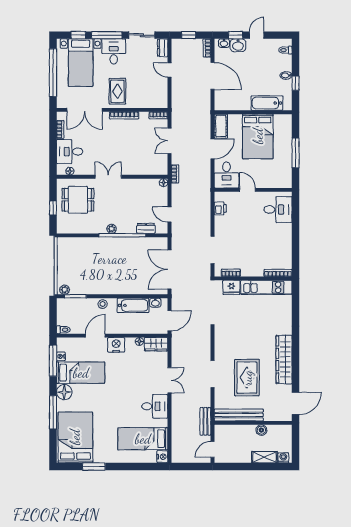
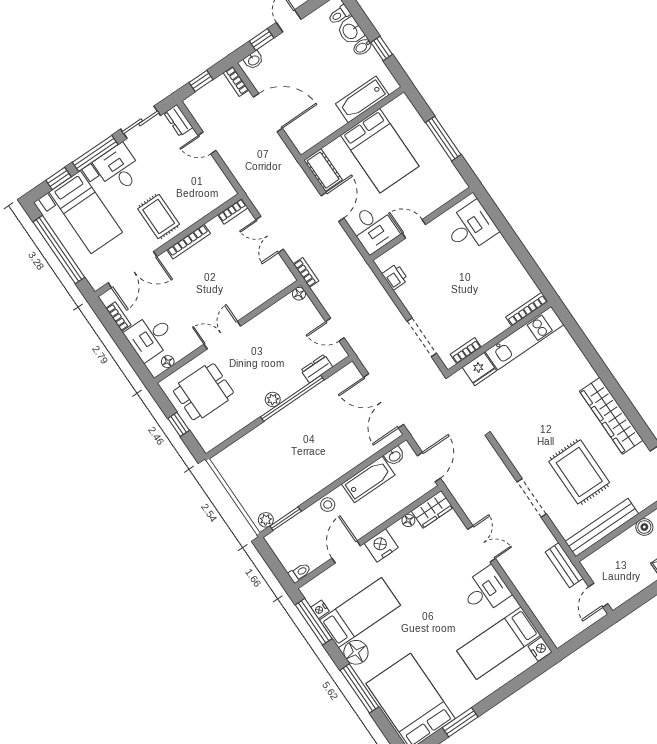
washbasin: (238, 45) -> (350, 31), moved, turned 90

